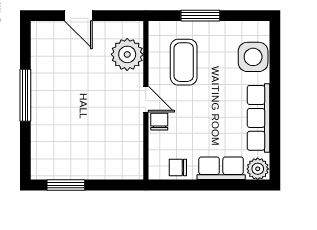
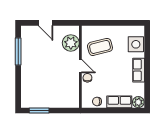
window: (200, 16) -> (109, 23), removed
coffee table: (184, 62) -> (100, 47), turned 76
window: (25, 95) -> (18, 51), moved
row of seats: (258, 118) -> (139, 70), width x0.68

